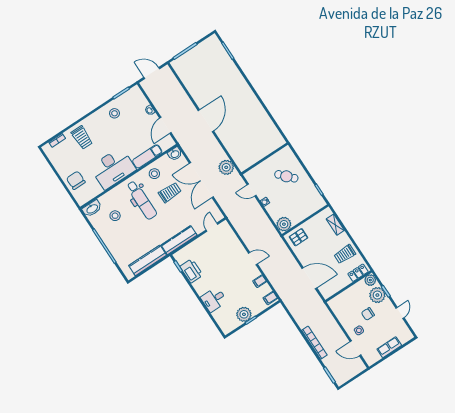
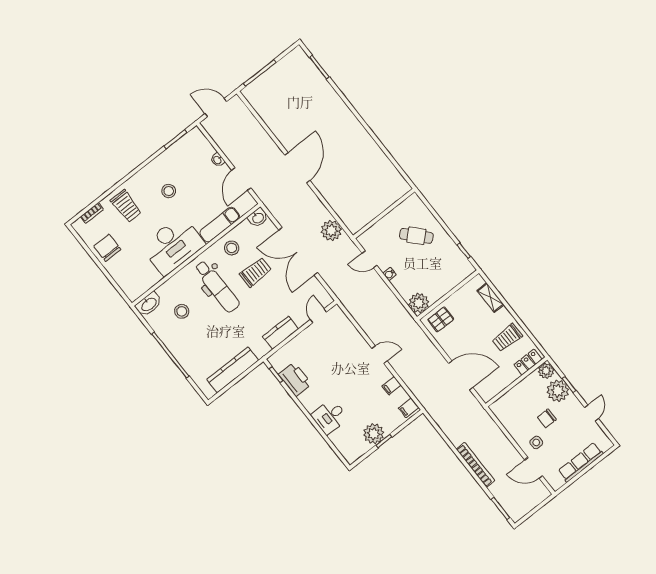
stool: (115, 113) -> (169, 191), moved
chair: (76, 180) -> (107, 248), moved
kitchen counter: (179, 240) -> (281, 333), width x0.67
row of seats: (389, 347) -> (581, 462), width x1.48

